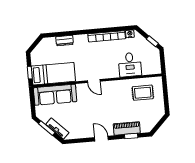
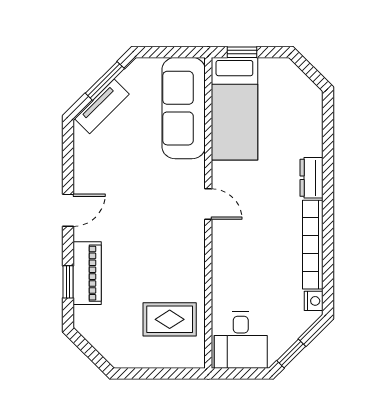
dresser: (64, 41) -> (311, 178), moved
desk: (130, 65) -> (241, 340), moved, turned -90
door: (94, 81) -> (208, 204), swing flipped
rug: (143, 93) -> (170, 319), turned 90

